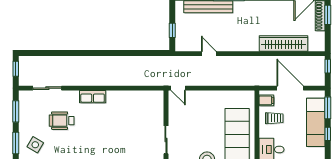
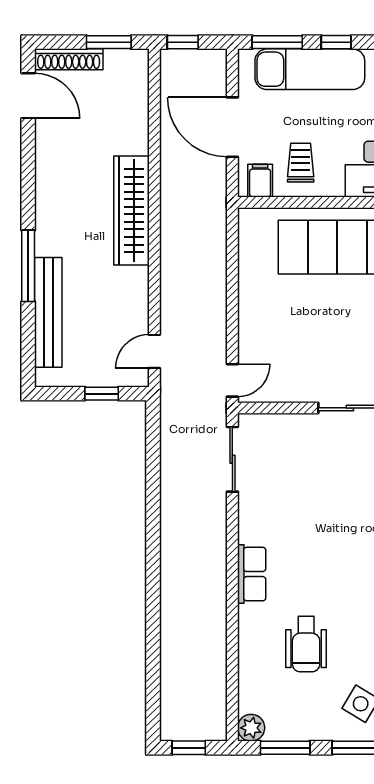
window: (328, 15) -> (109, 42), moved
wardrobe: (284, 43) -> (131, 211), moved
door: (209, 54) -> (154, 351), moved
sliding door: (47, 88) -> (232, 459), moved
door: (290, 88) -> (232, 127), hinge flipped
plant: (25, 96) -> (251, 728), added

